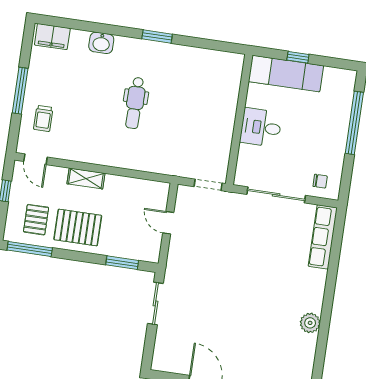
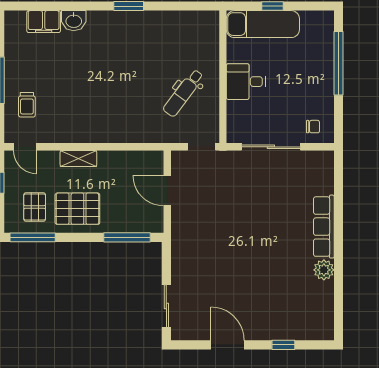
filing cabinet: (52, 37) -> (44, 22), moved
dental chair: (135, 103) -> (183, 93), moved, turned 37
door: (168, 223) -> (167, 191), width x1.38
row of seats: (323, 237) -> (324, 227), moved
window: (122, 263) -> (127, 237), width x1.44
sliding door: (155, 303) -> (166, 306), moved

